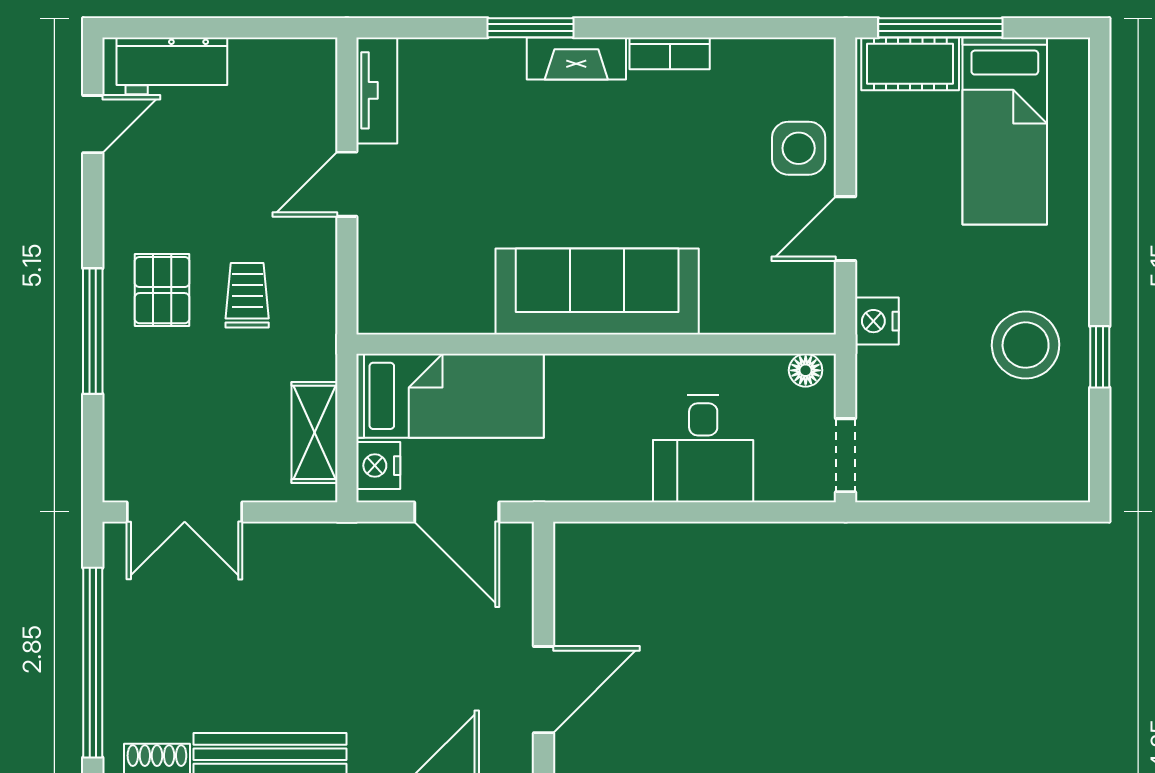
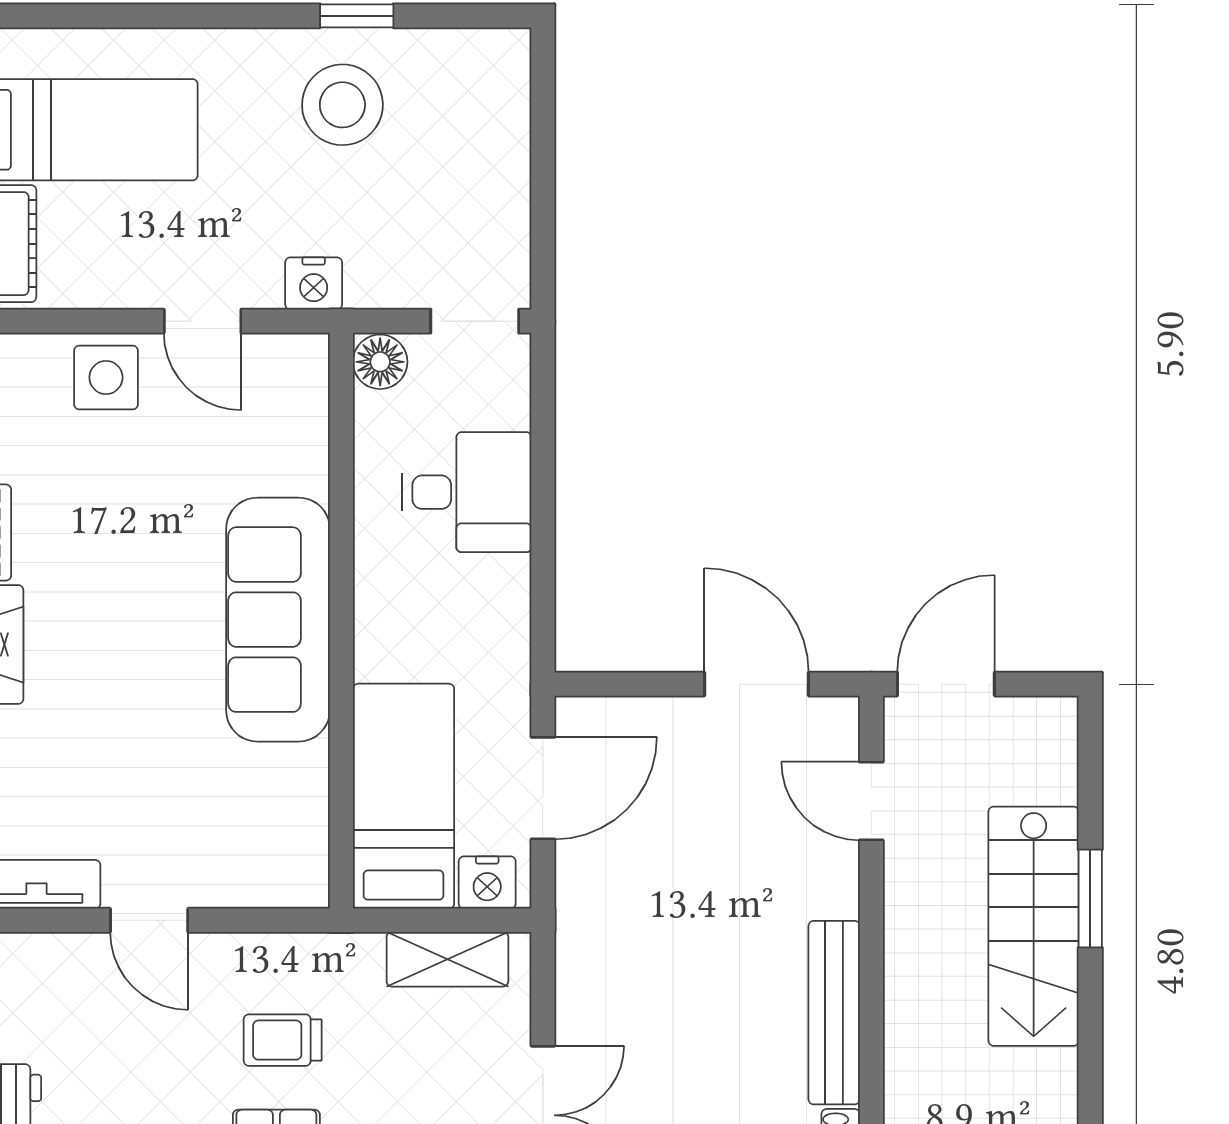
floor lamp: (806, 370) -> (380, 362), width x1.37, depth x1.37

